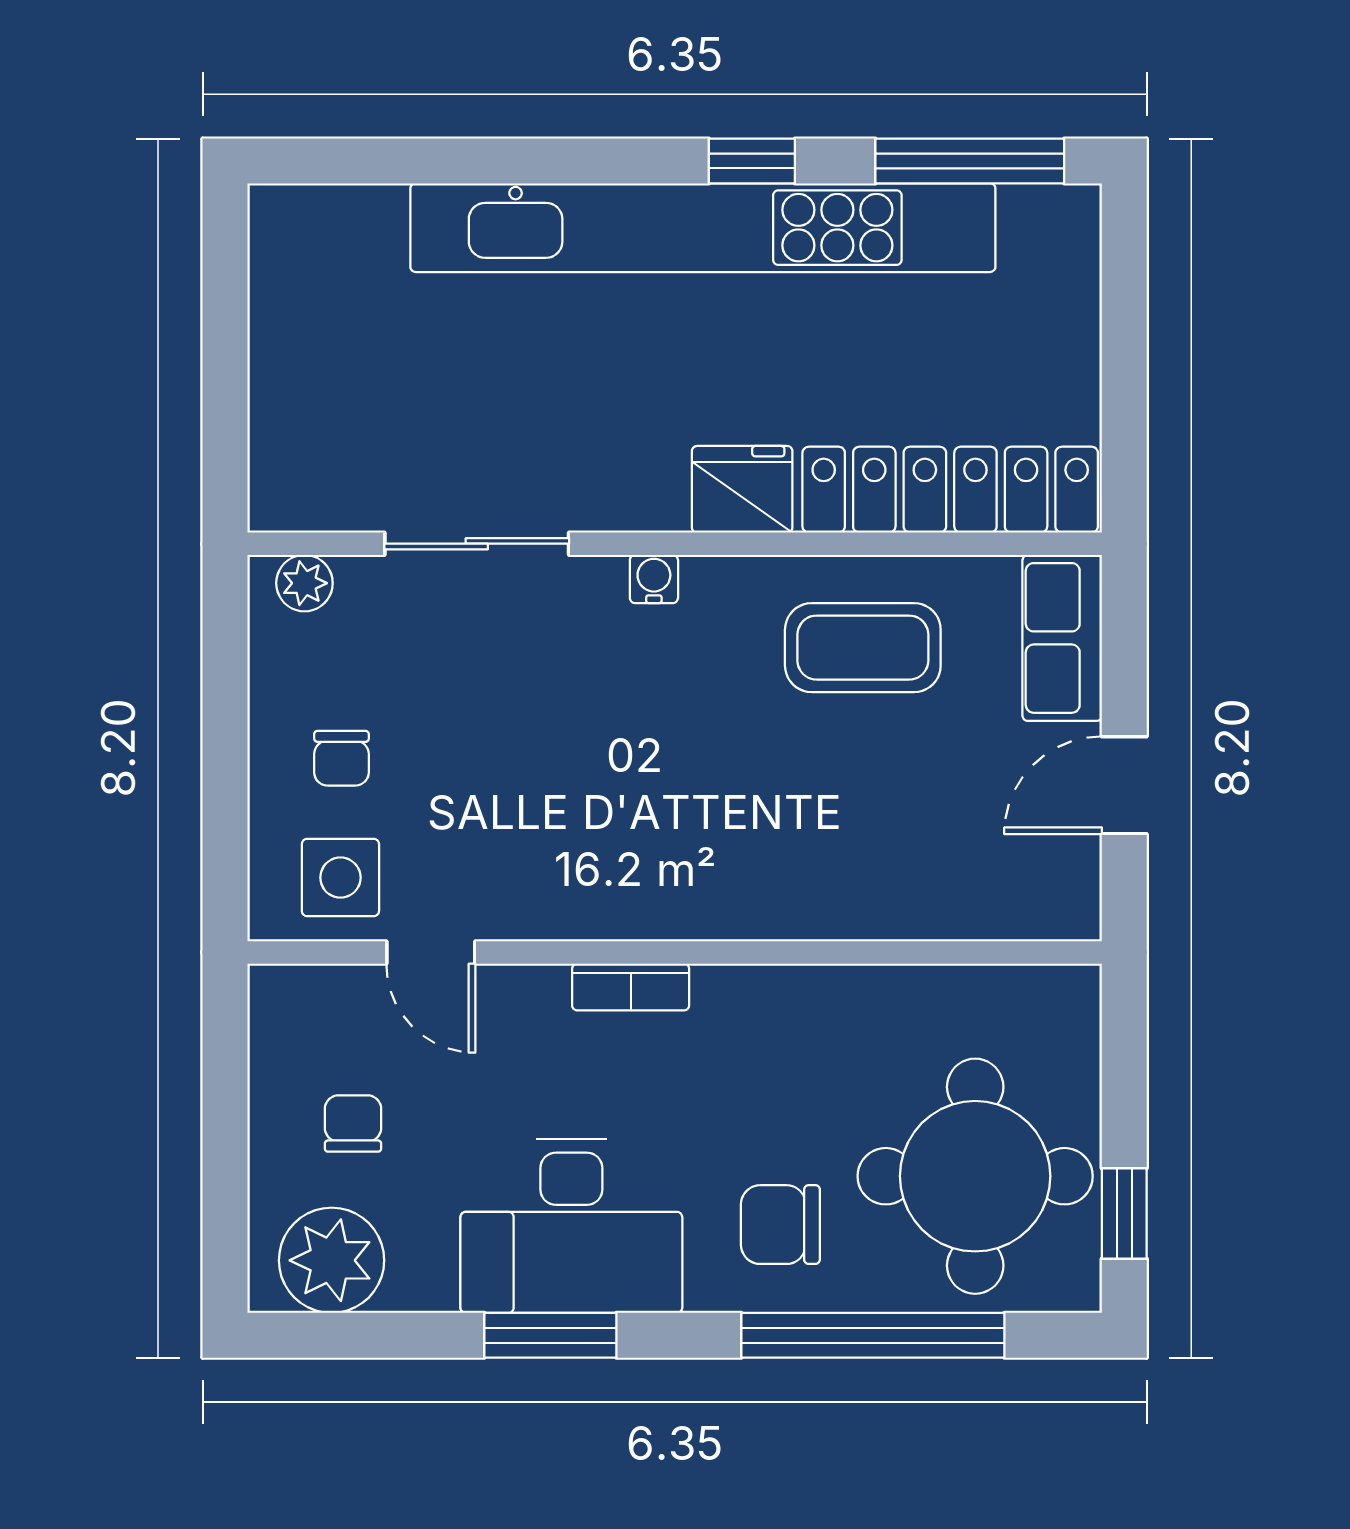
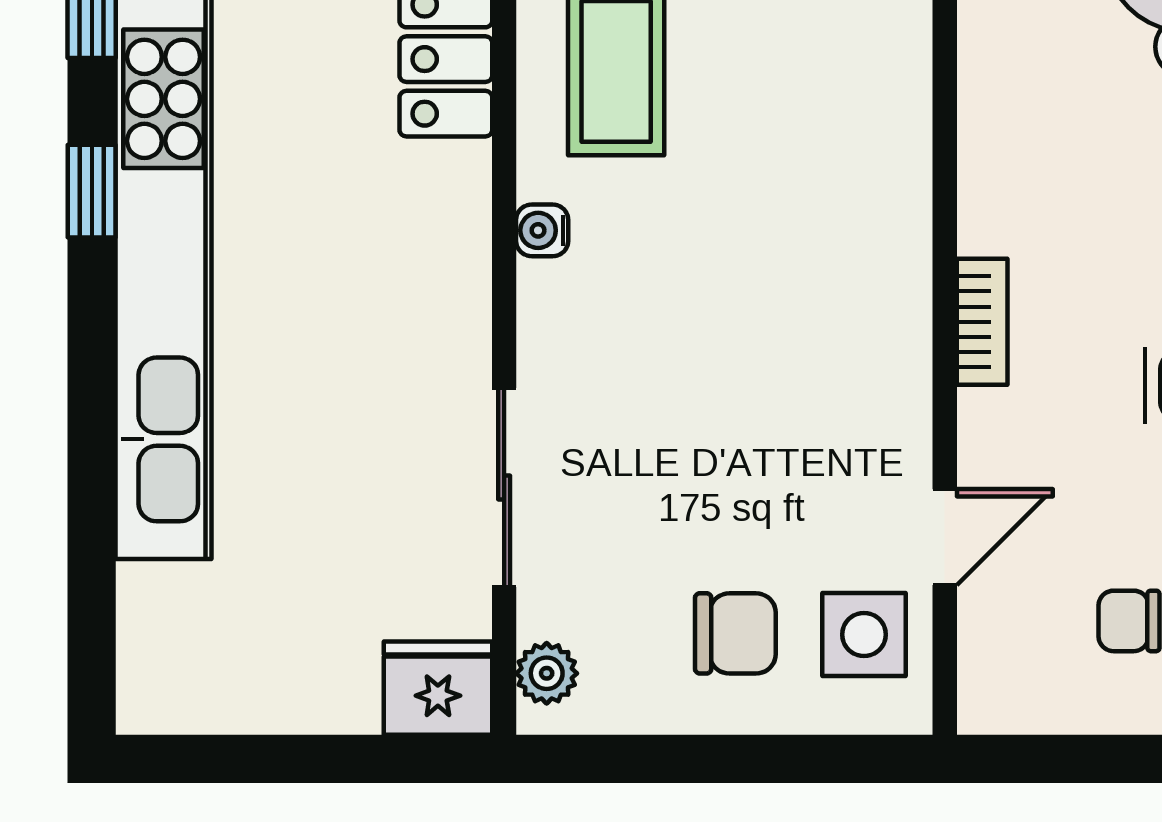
fridge: (742, 489) -> (438, 688), moved, turned 90
water cooler: (654, 579) -> (542, 230), moved
chair: (341, 758) -> (735, 633), width x1.37, depth x1.37

